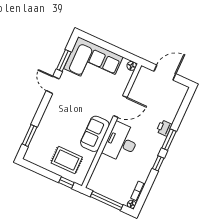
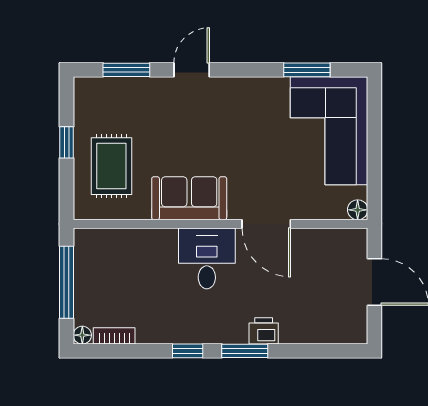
door: (53, 85) -> (192, 70), moved
desk: (121, 142) -> (207, 258), width x0.73
window: (66, 183) -> (67, 142), moved

